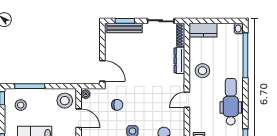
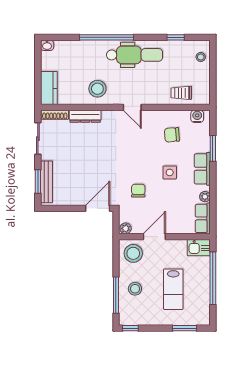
window: (245, 55) -> (107, 37), moved
dental chair: (231, 102) -> (135, 55), turned 180
stool: (21, 105) -> (135, 289), moved

